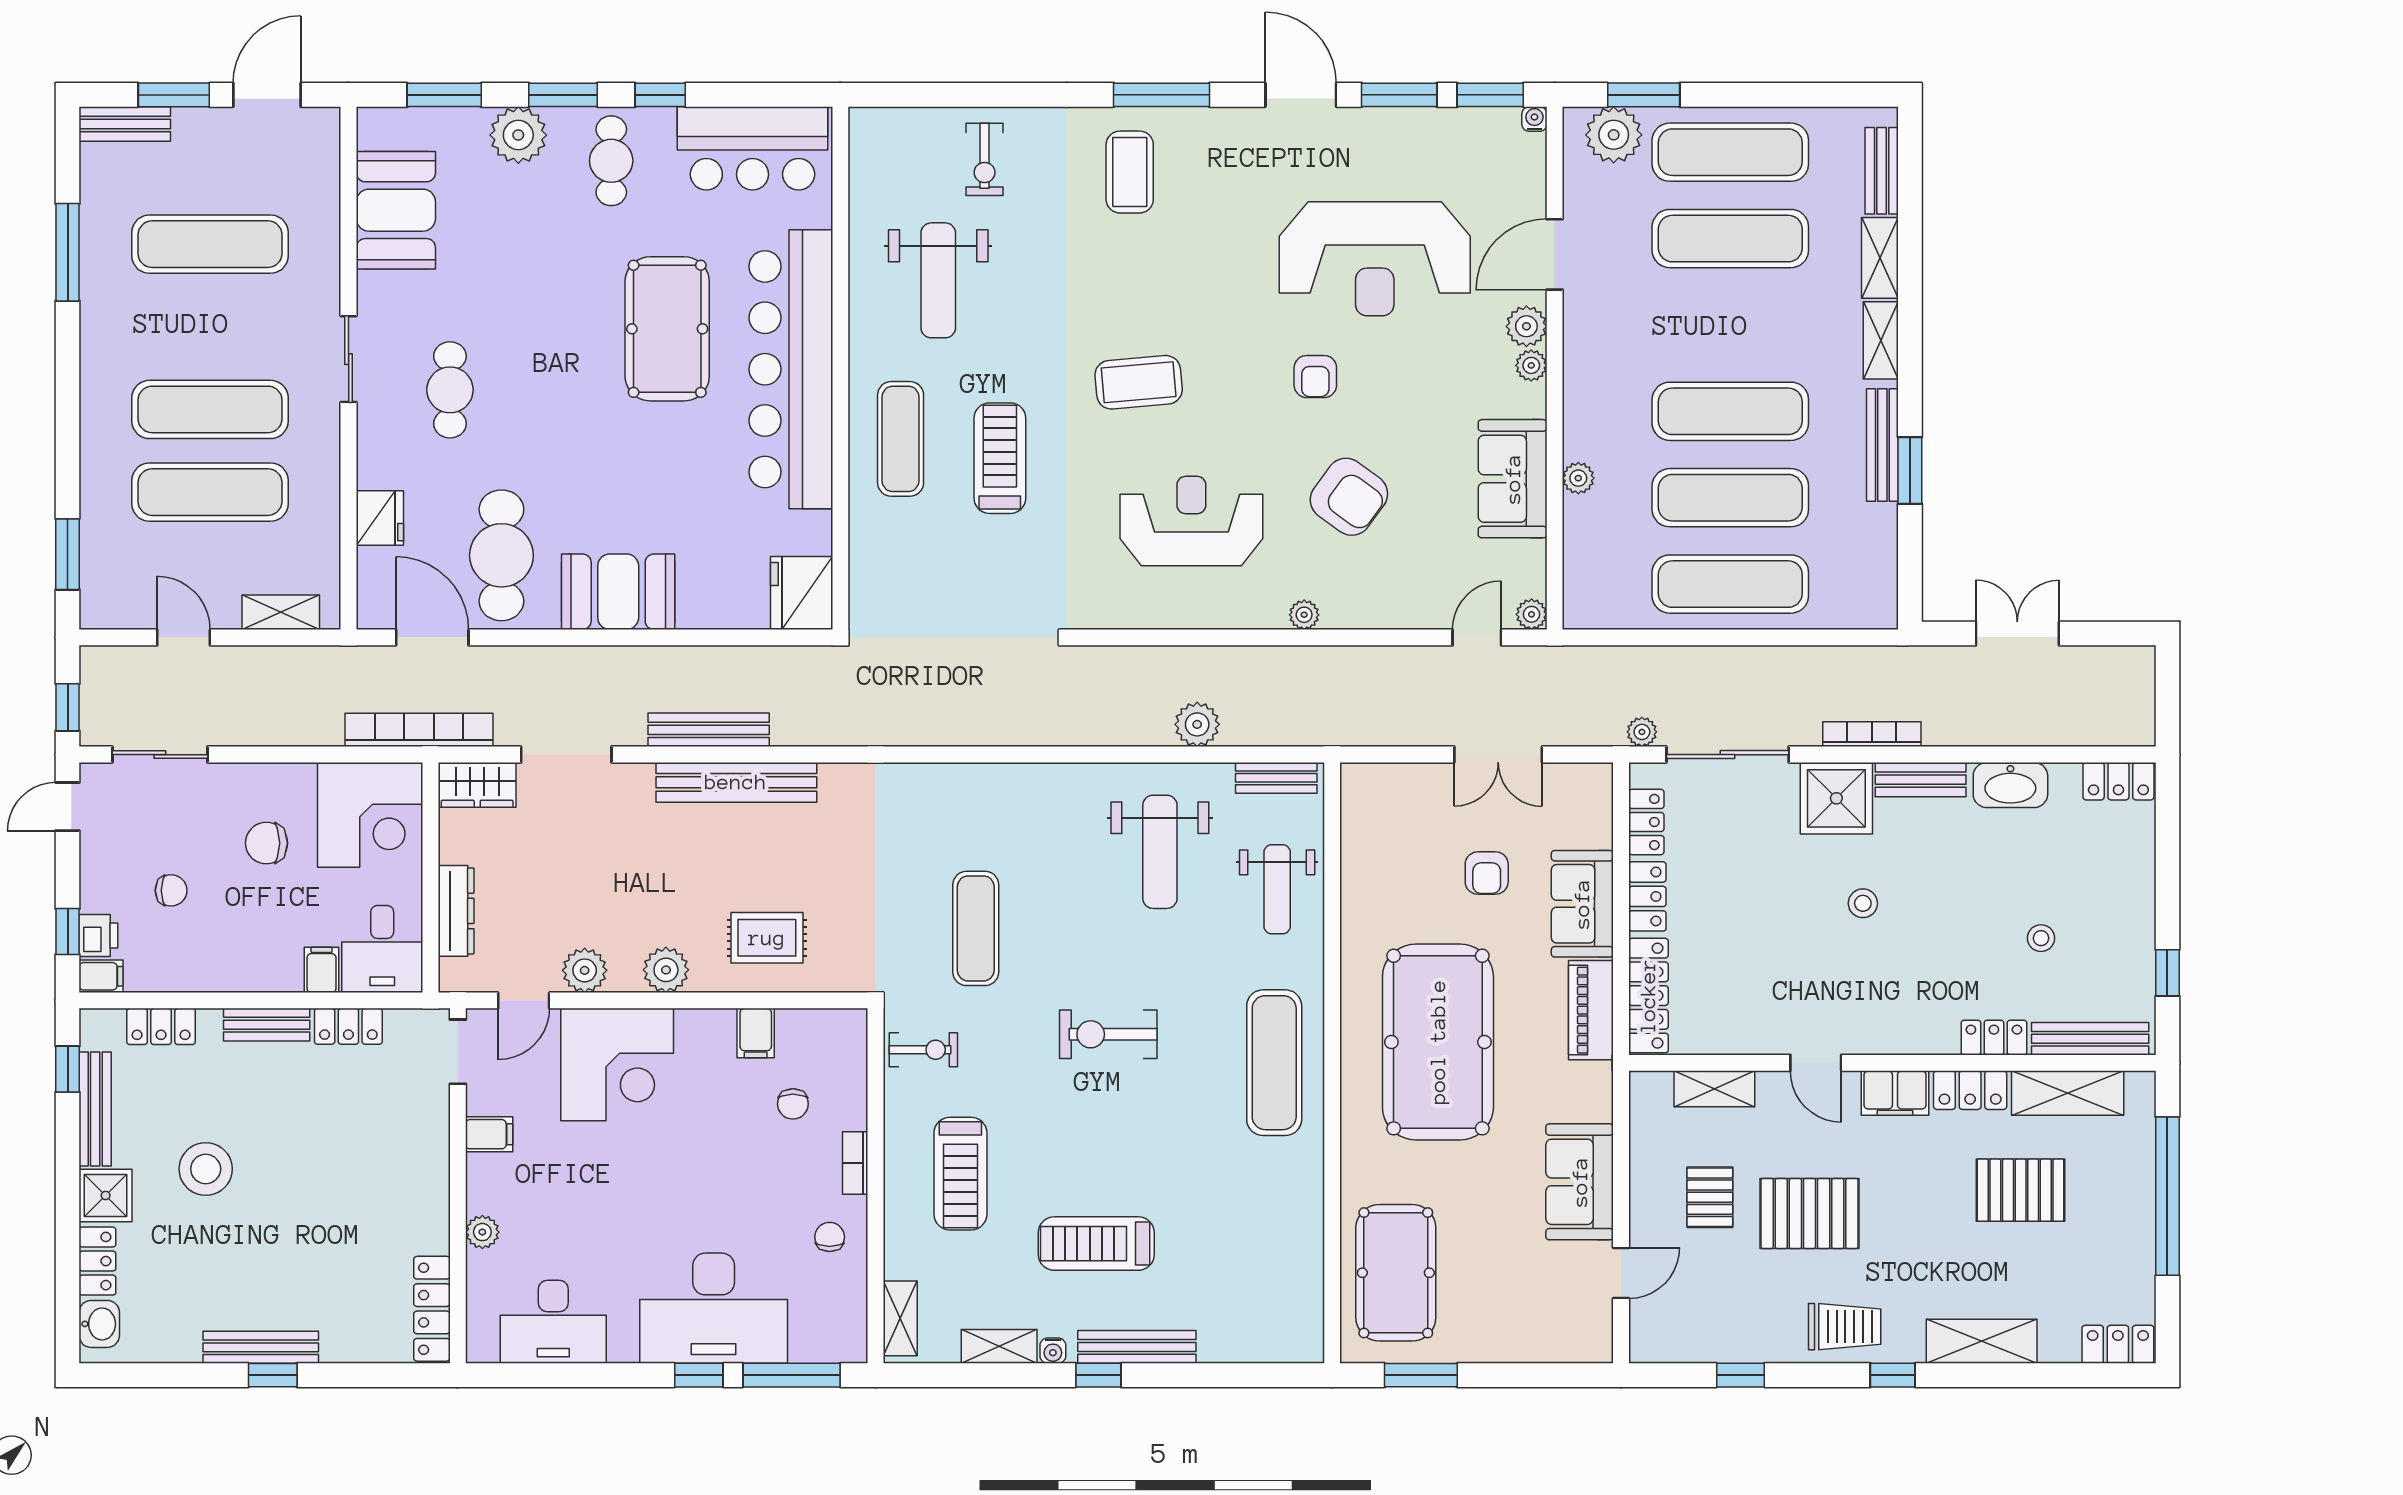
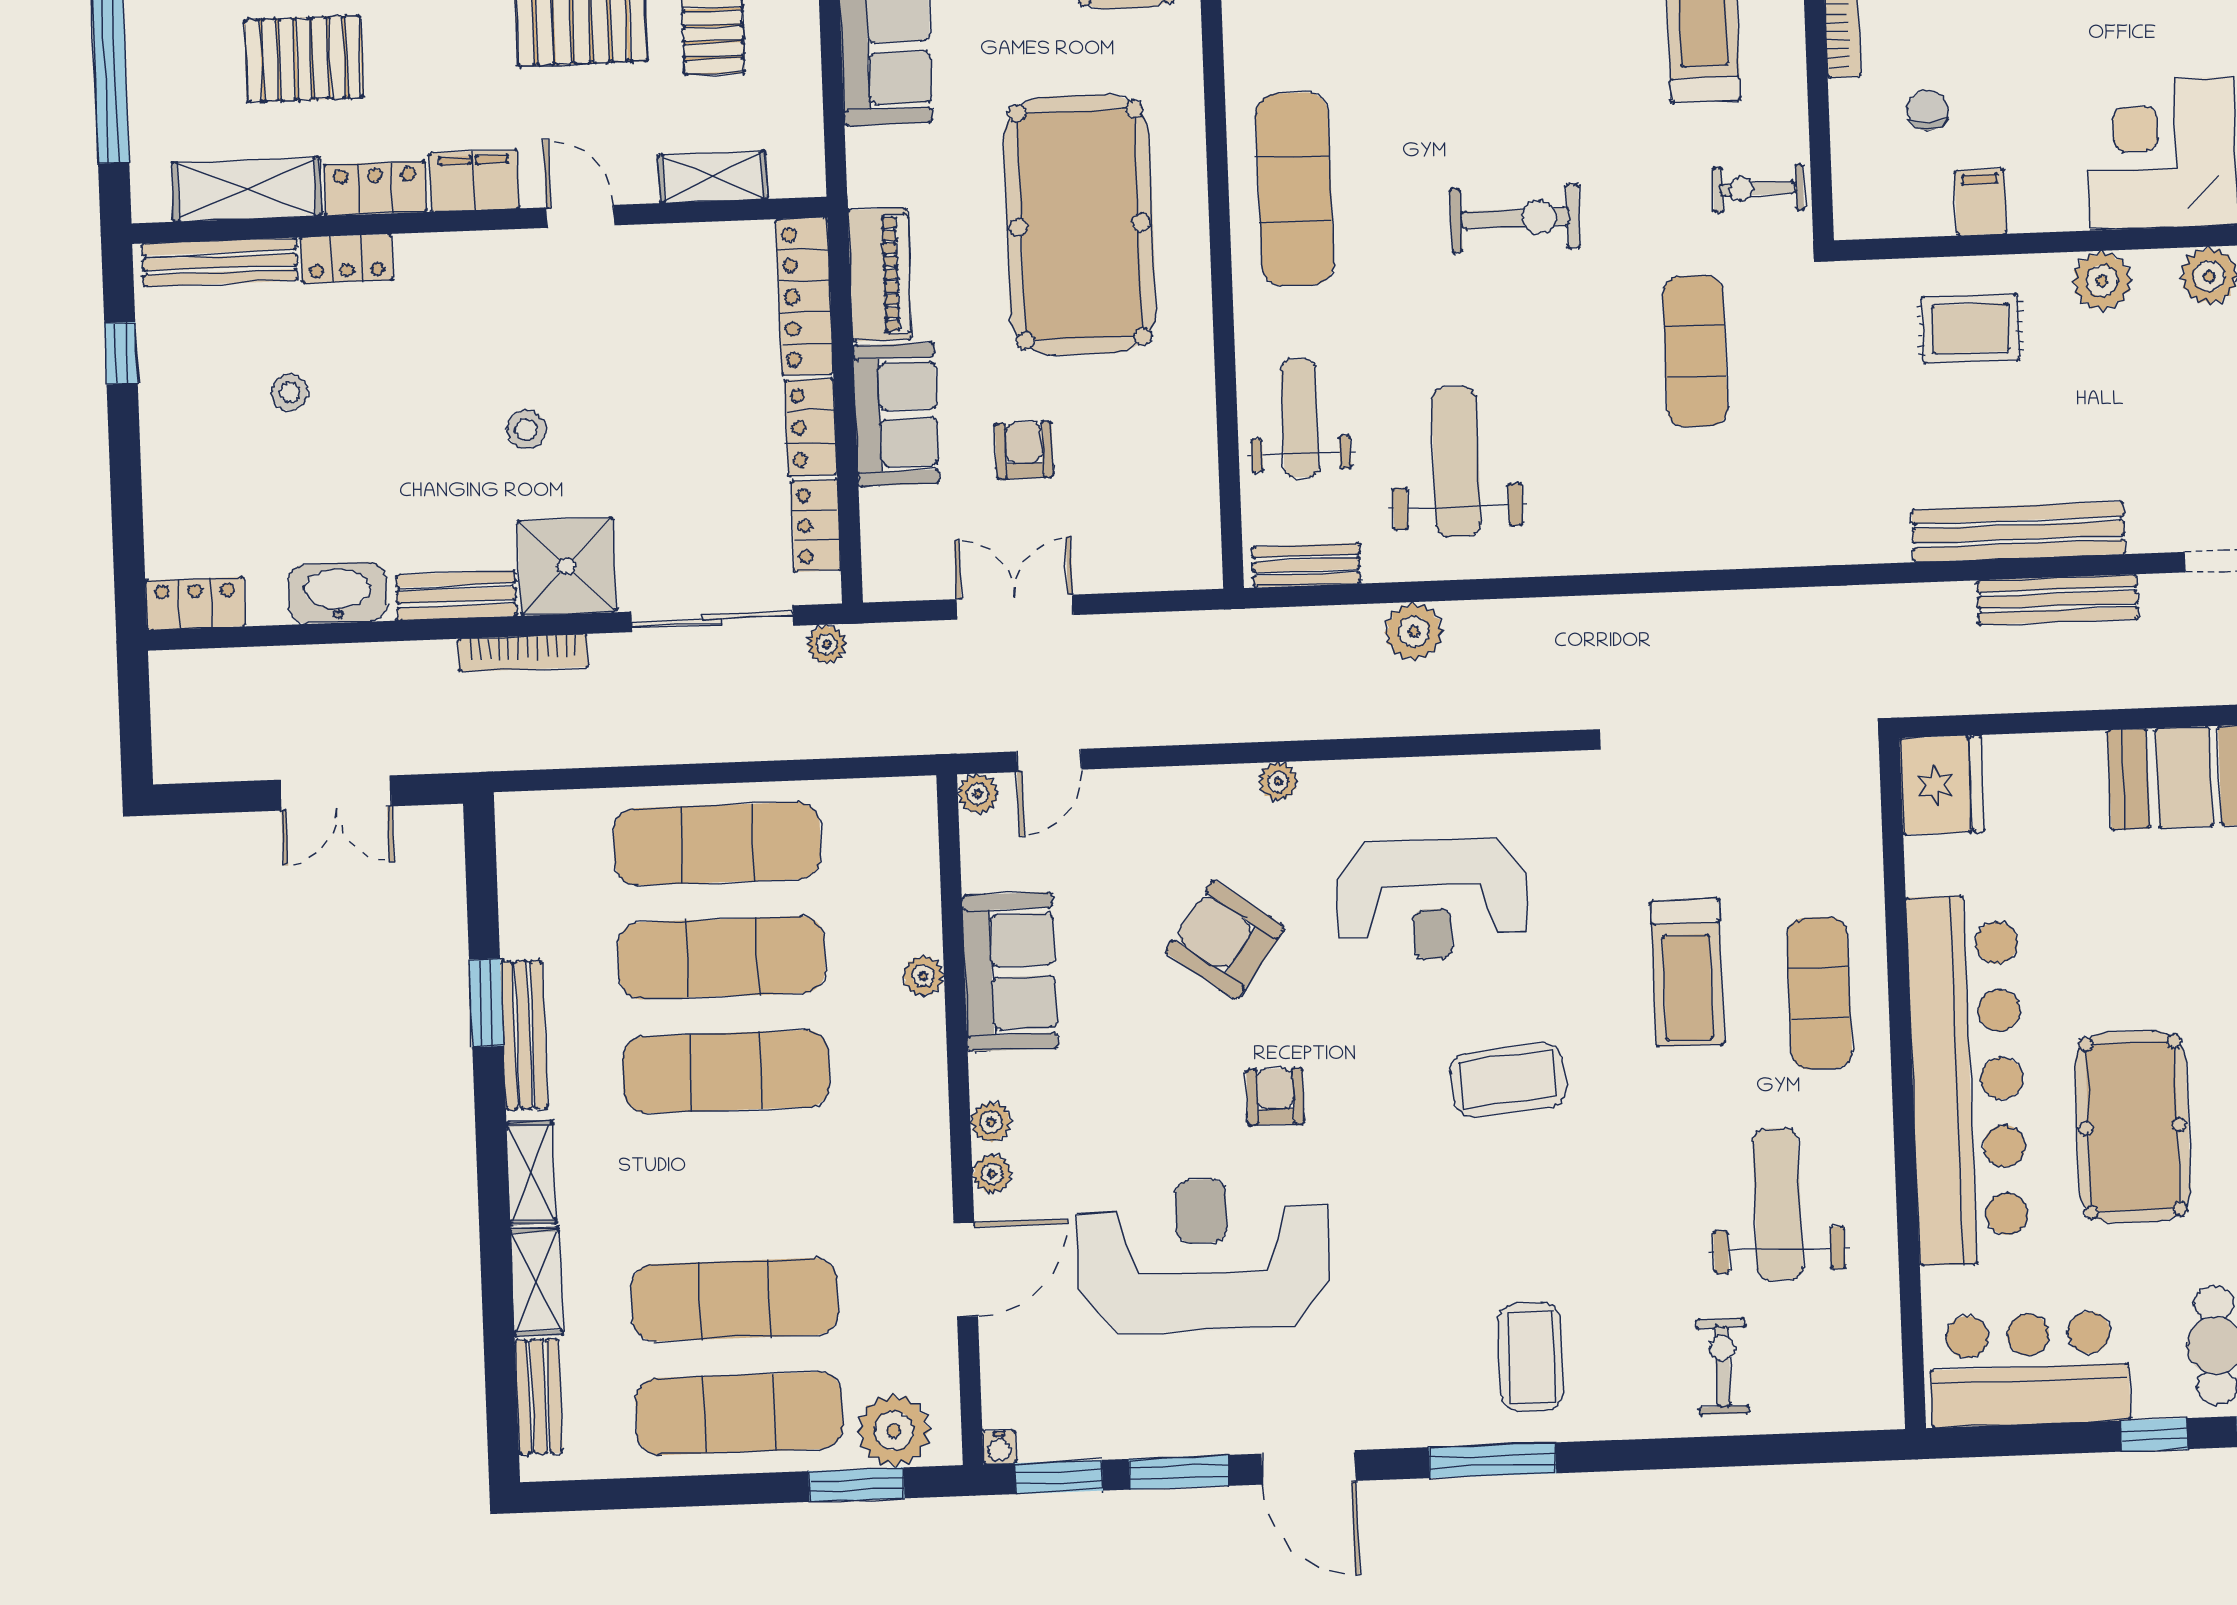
plant: (1526, 326) -> (992, 1174), width x0.73, depth x0.73

